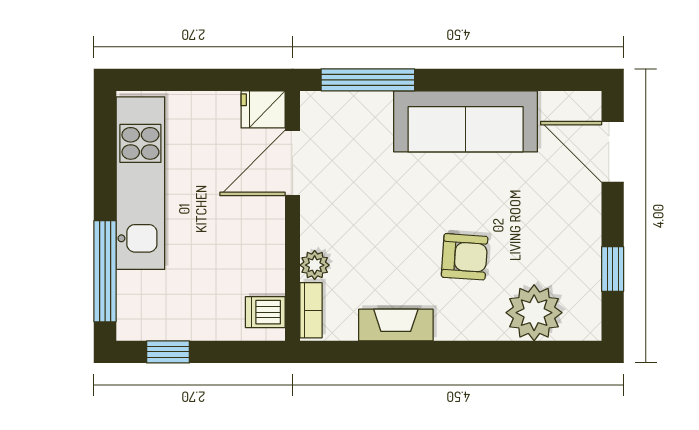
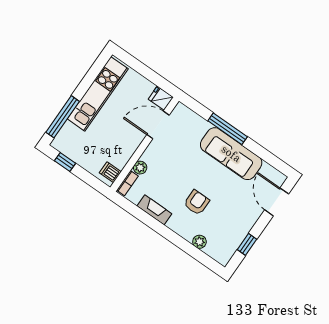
window: (368, 80) -> (228, 129), moved
armchair: (465, 257) -> (197, 202), turned -94
plant: (534, 313) -> (199, 242), width x0.53, depth x0.53

